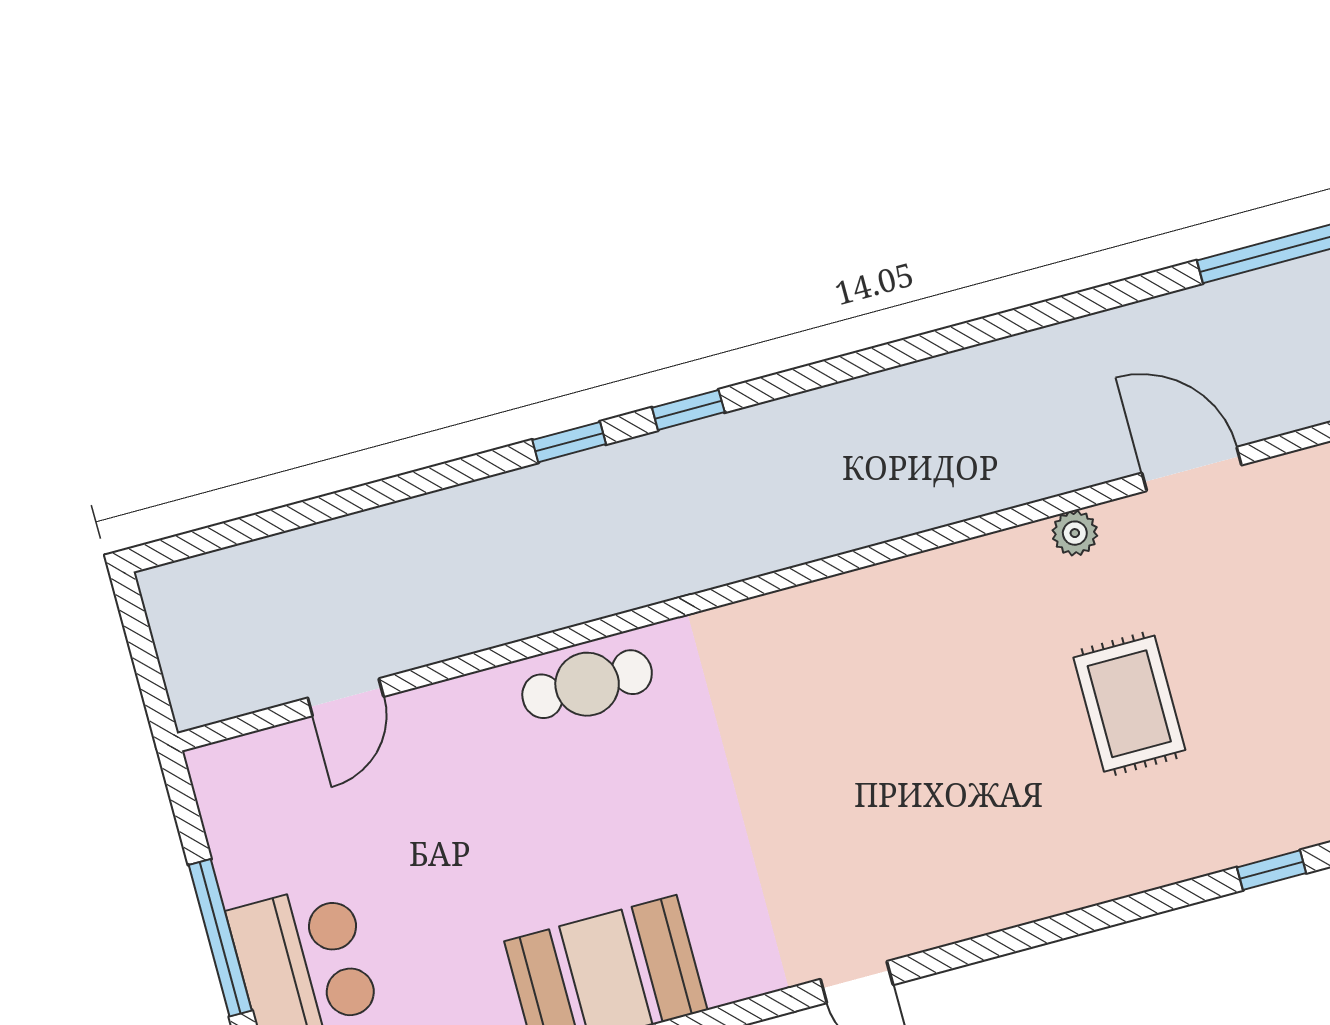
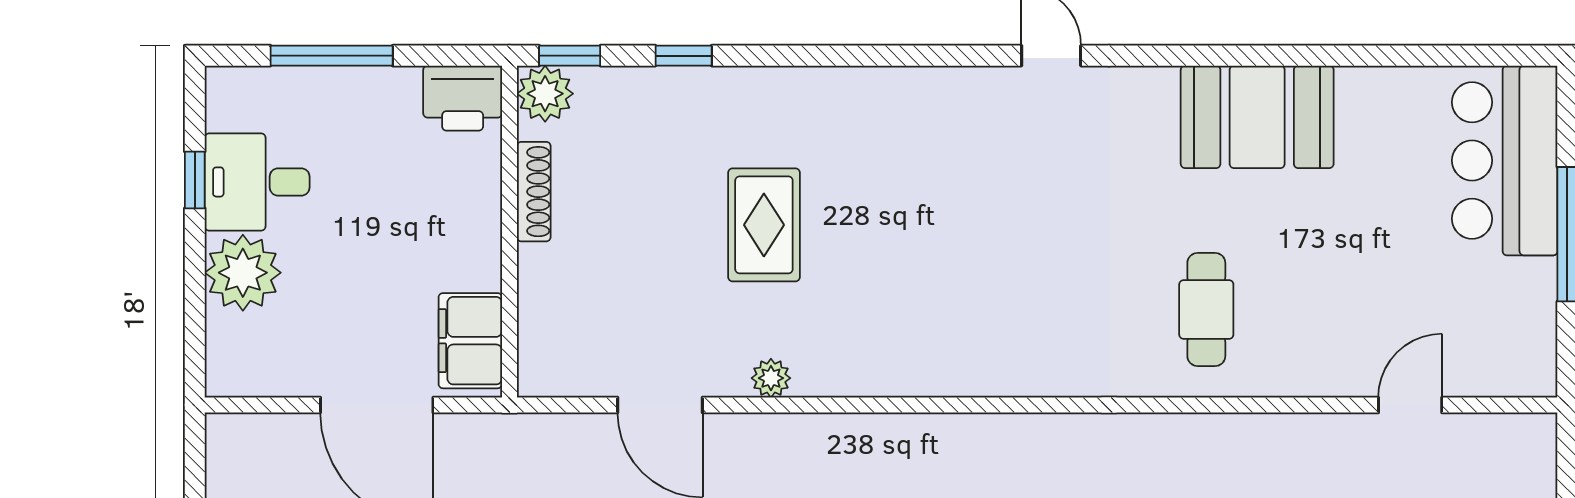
cafe table: (587, 684) -> (1206, 309), moved, turned 90

